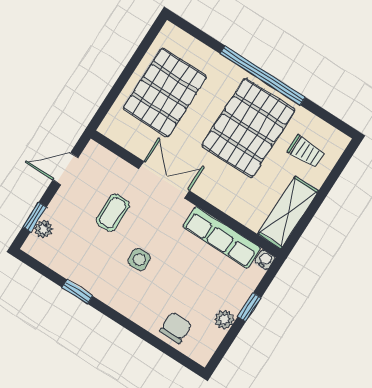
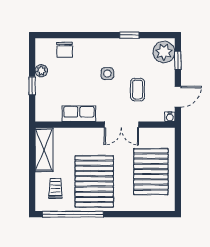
window: (263, 75) -> (73, 214), moved
trolley: (306, 152) -> (55, 188), turned 90
plant: (43, 229) -> (164, 52), width x1.88, depth x1.88
row of seats: (222, 237) -> (79, 114), width x0.68
water cooler: (265, 260) -> (170, 117), moved

